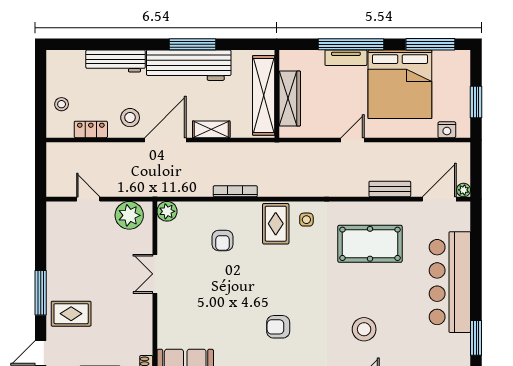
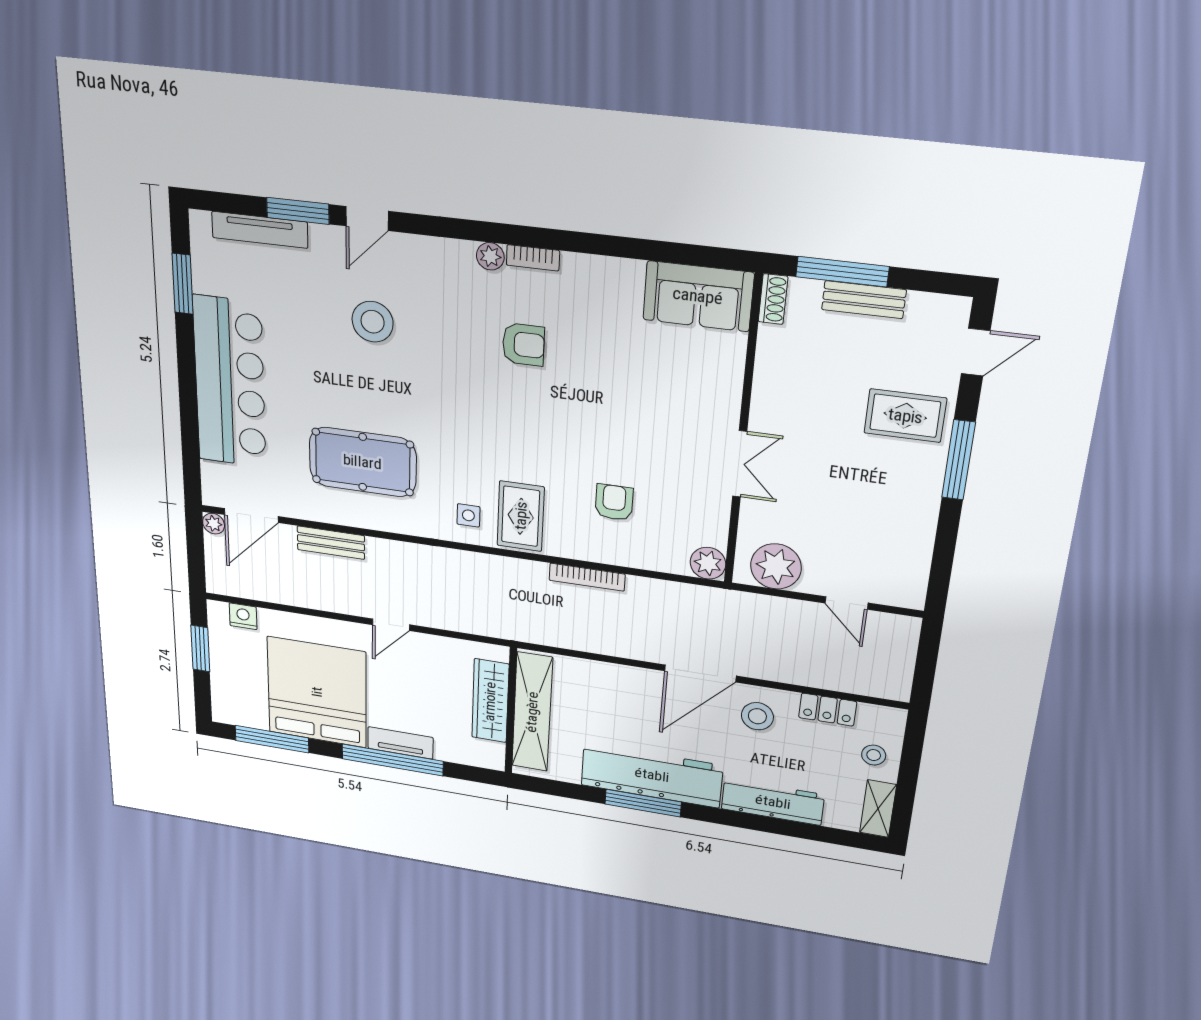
shelving: (211, 129) -> (878, 809), moved, turned 90

